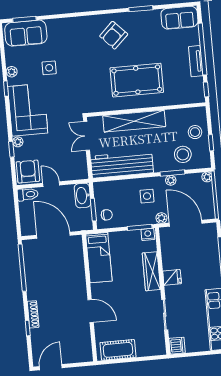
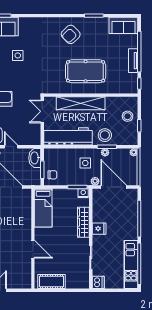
stool: (183, 154) -> (105, 135), moved

